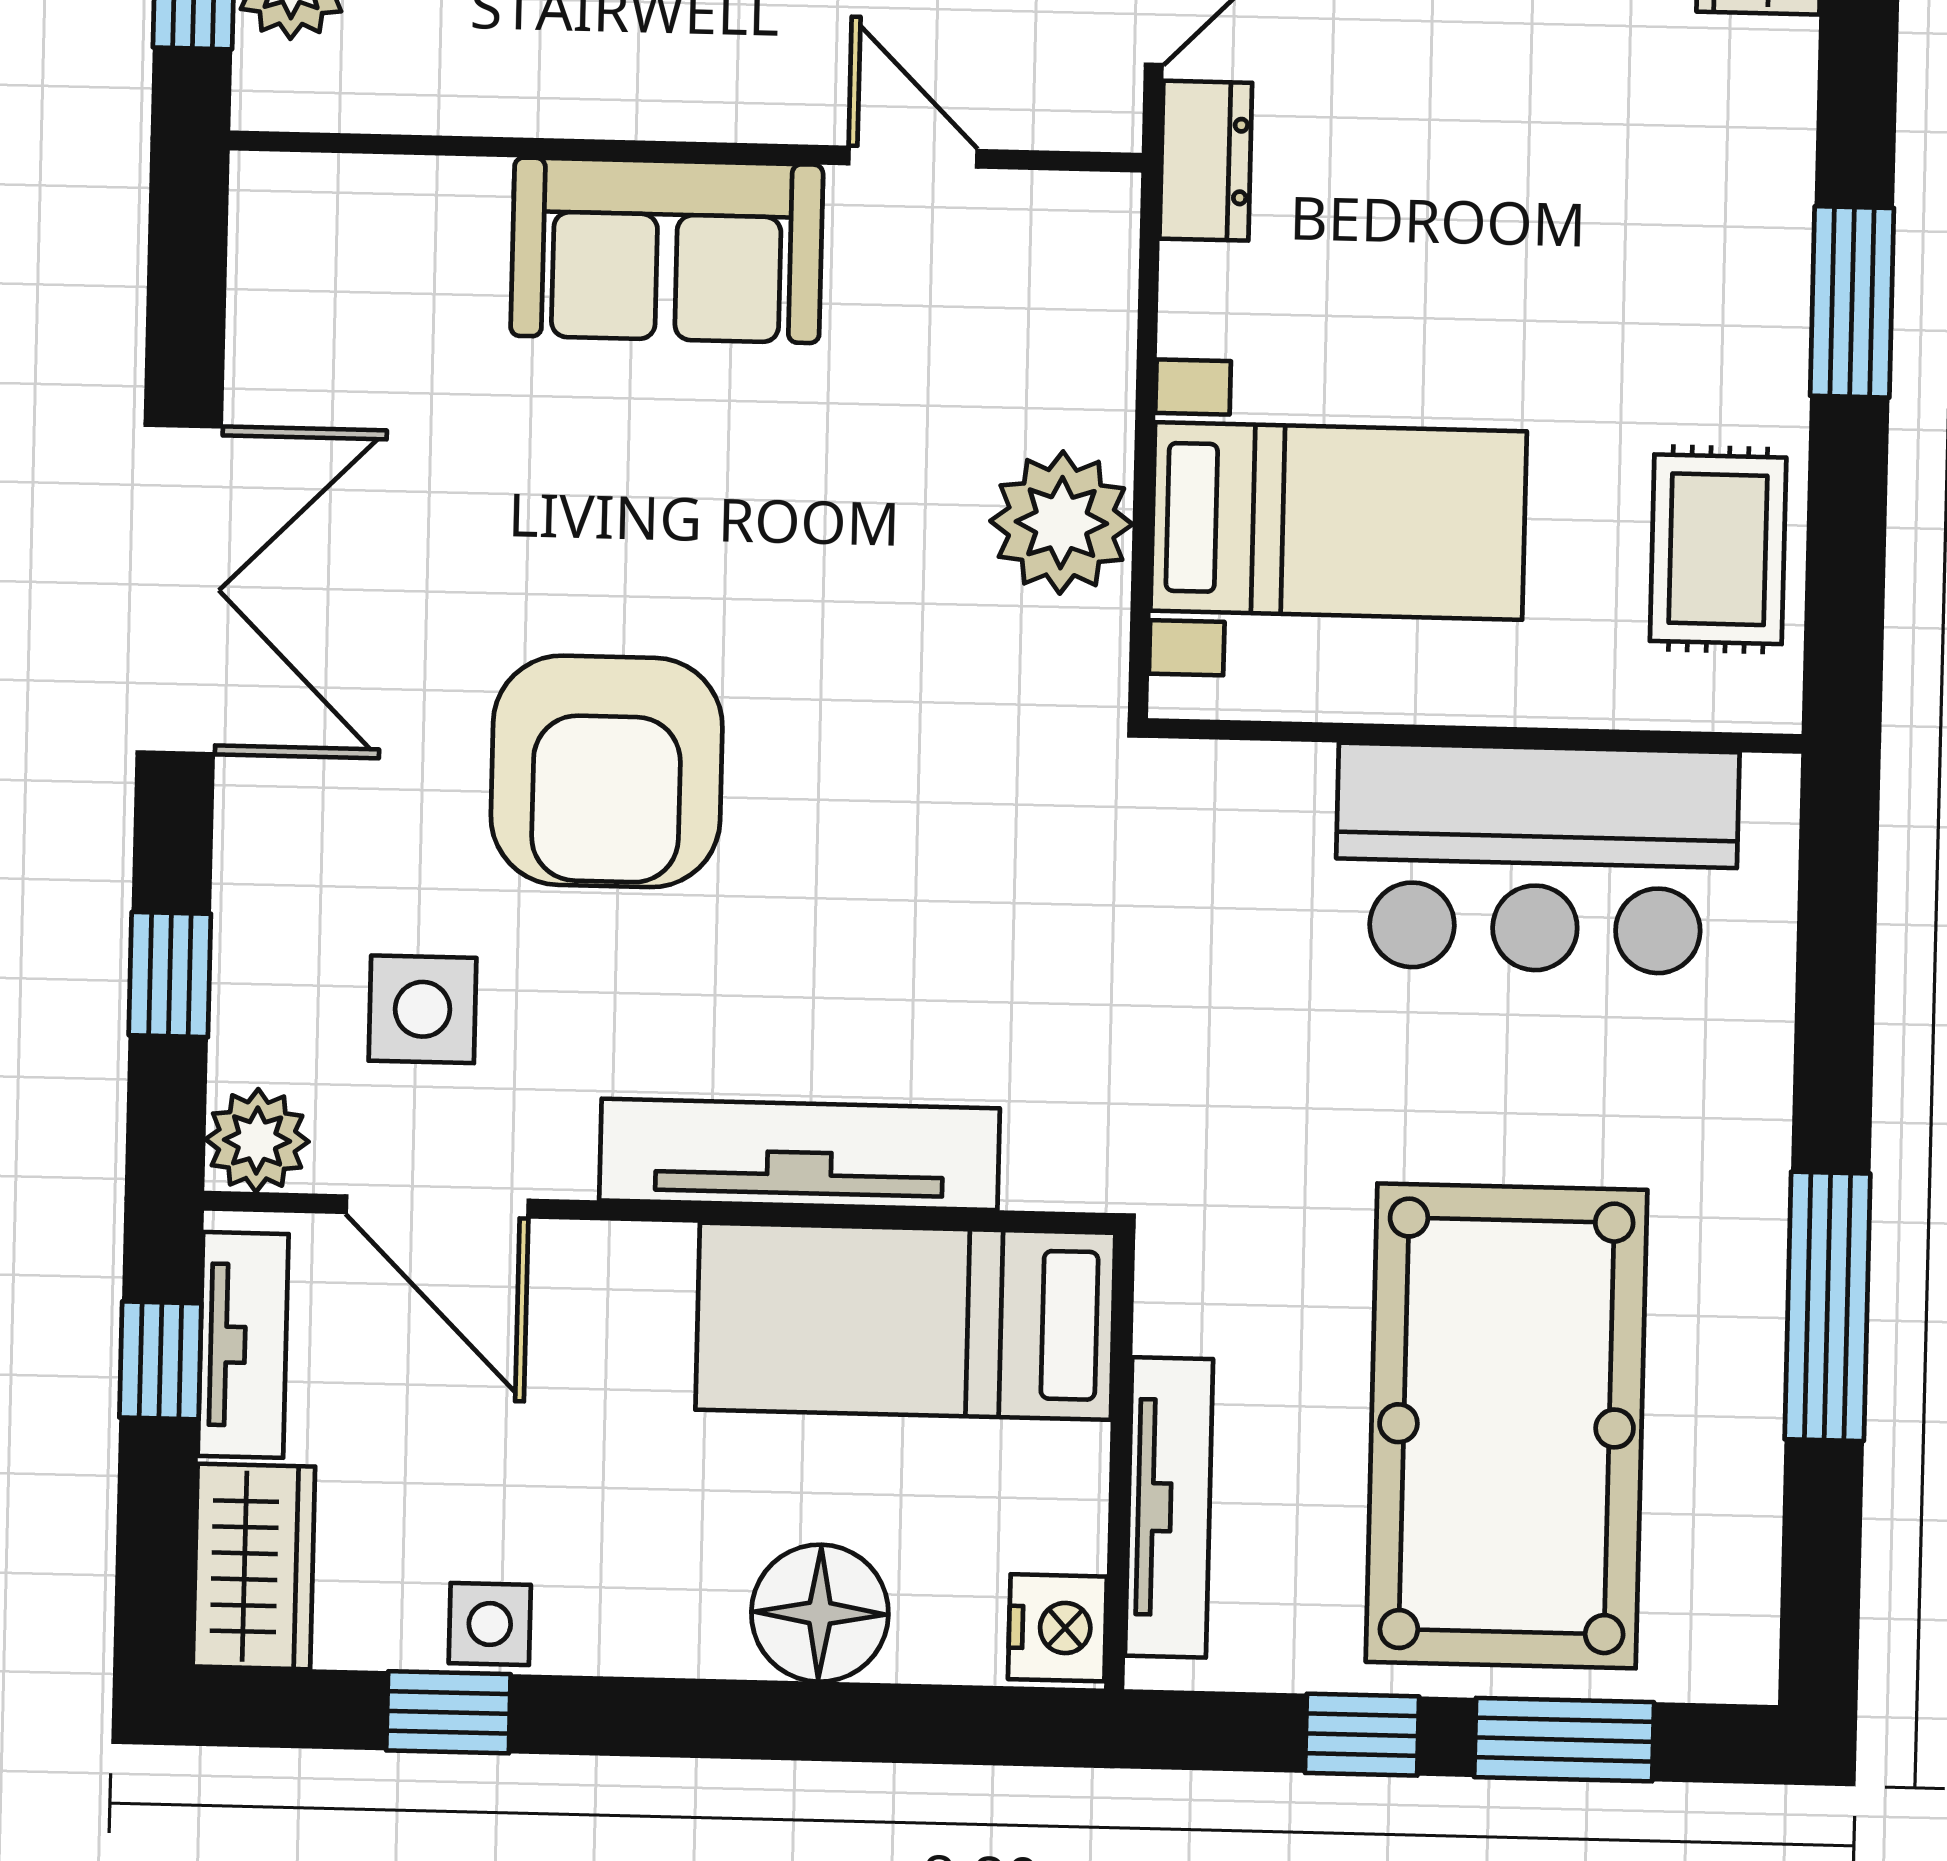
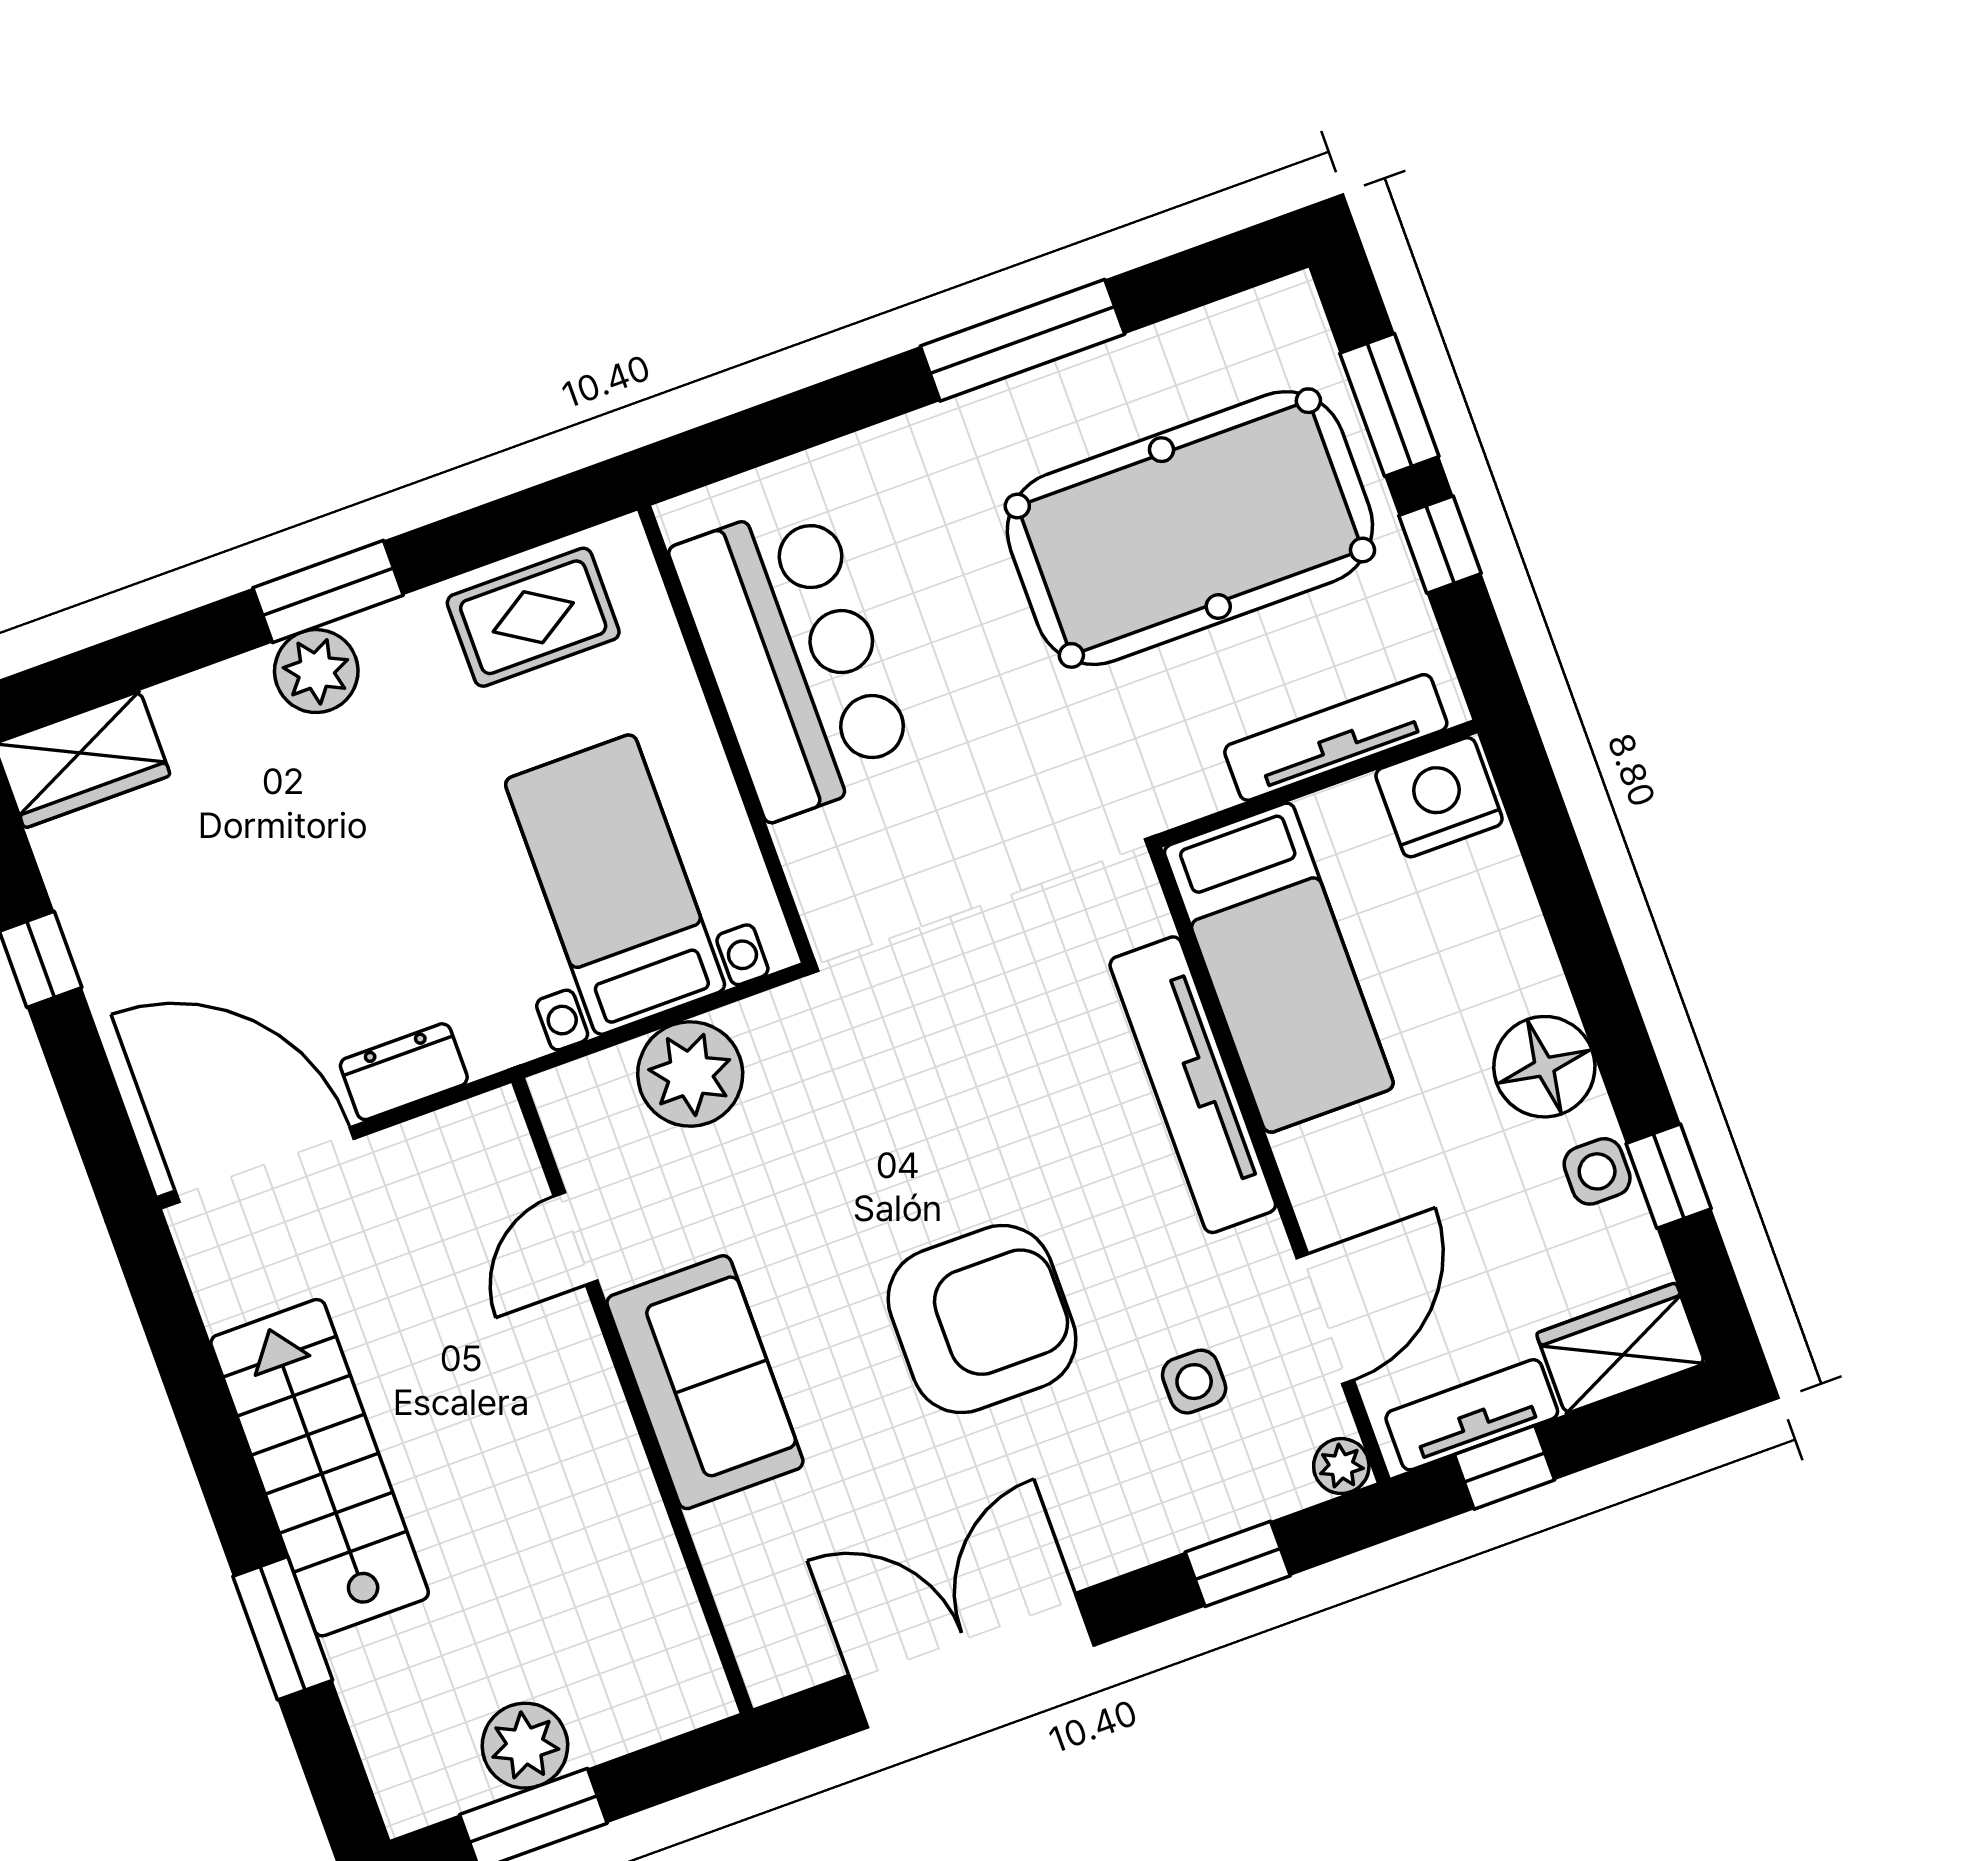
wall: (686, 152) -> (632, 1396), moved
door: (913, 157) -> (576, 1239), moved
plant: (1757, 248) -> (316, 671), added
sofa: (667, 250) -> (705, 1382), moved
side table: (423, 1009) -> (1194, 1382), width x0.73, depth x0.73
plant: (257, 1140) -> (1341, 1466), width x0.73, depth x0.73
floor lamp: (820, 1613) -> (1544, 1067), moved
nightstand: (1057, 1628) -> (1439, 797), width x1.36, depth x1.33

